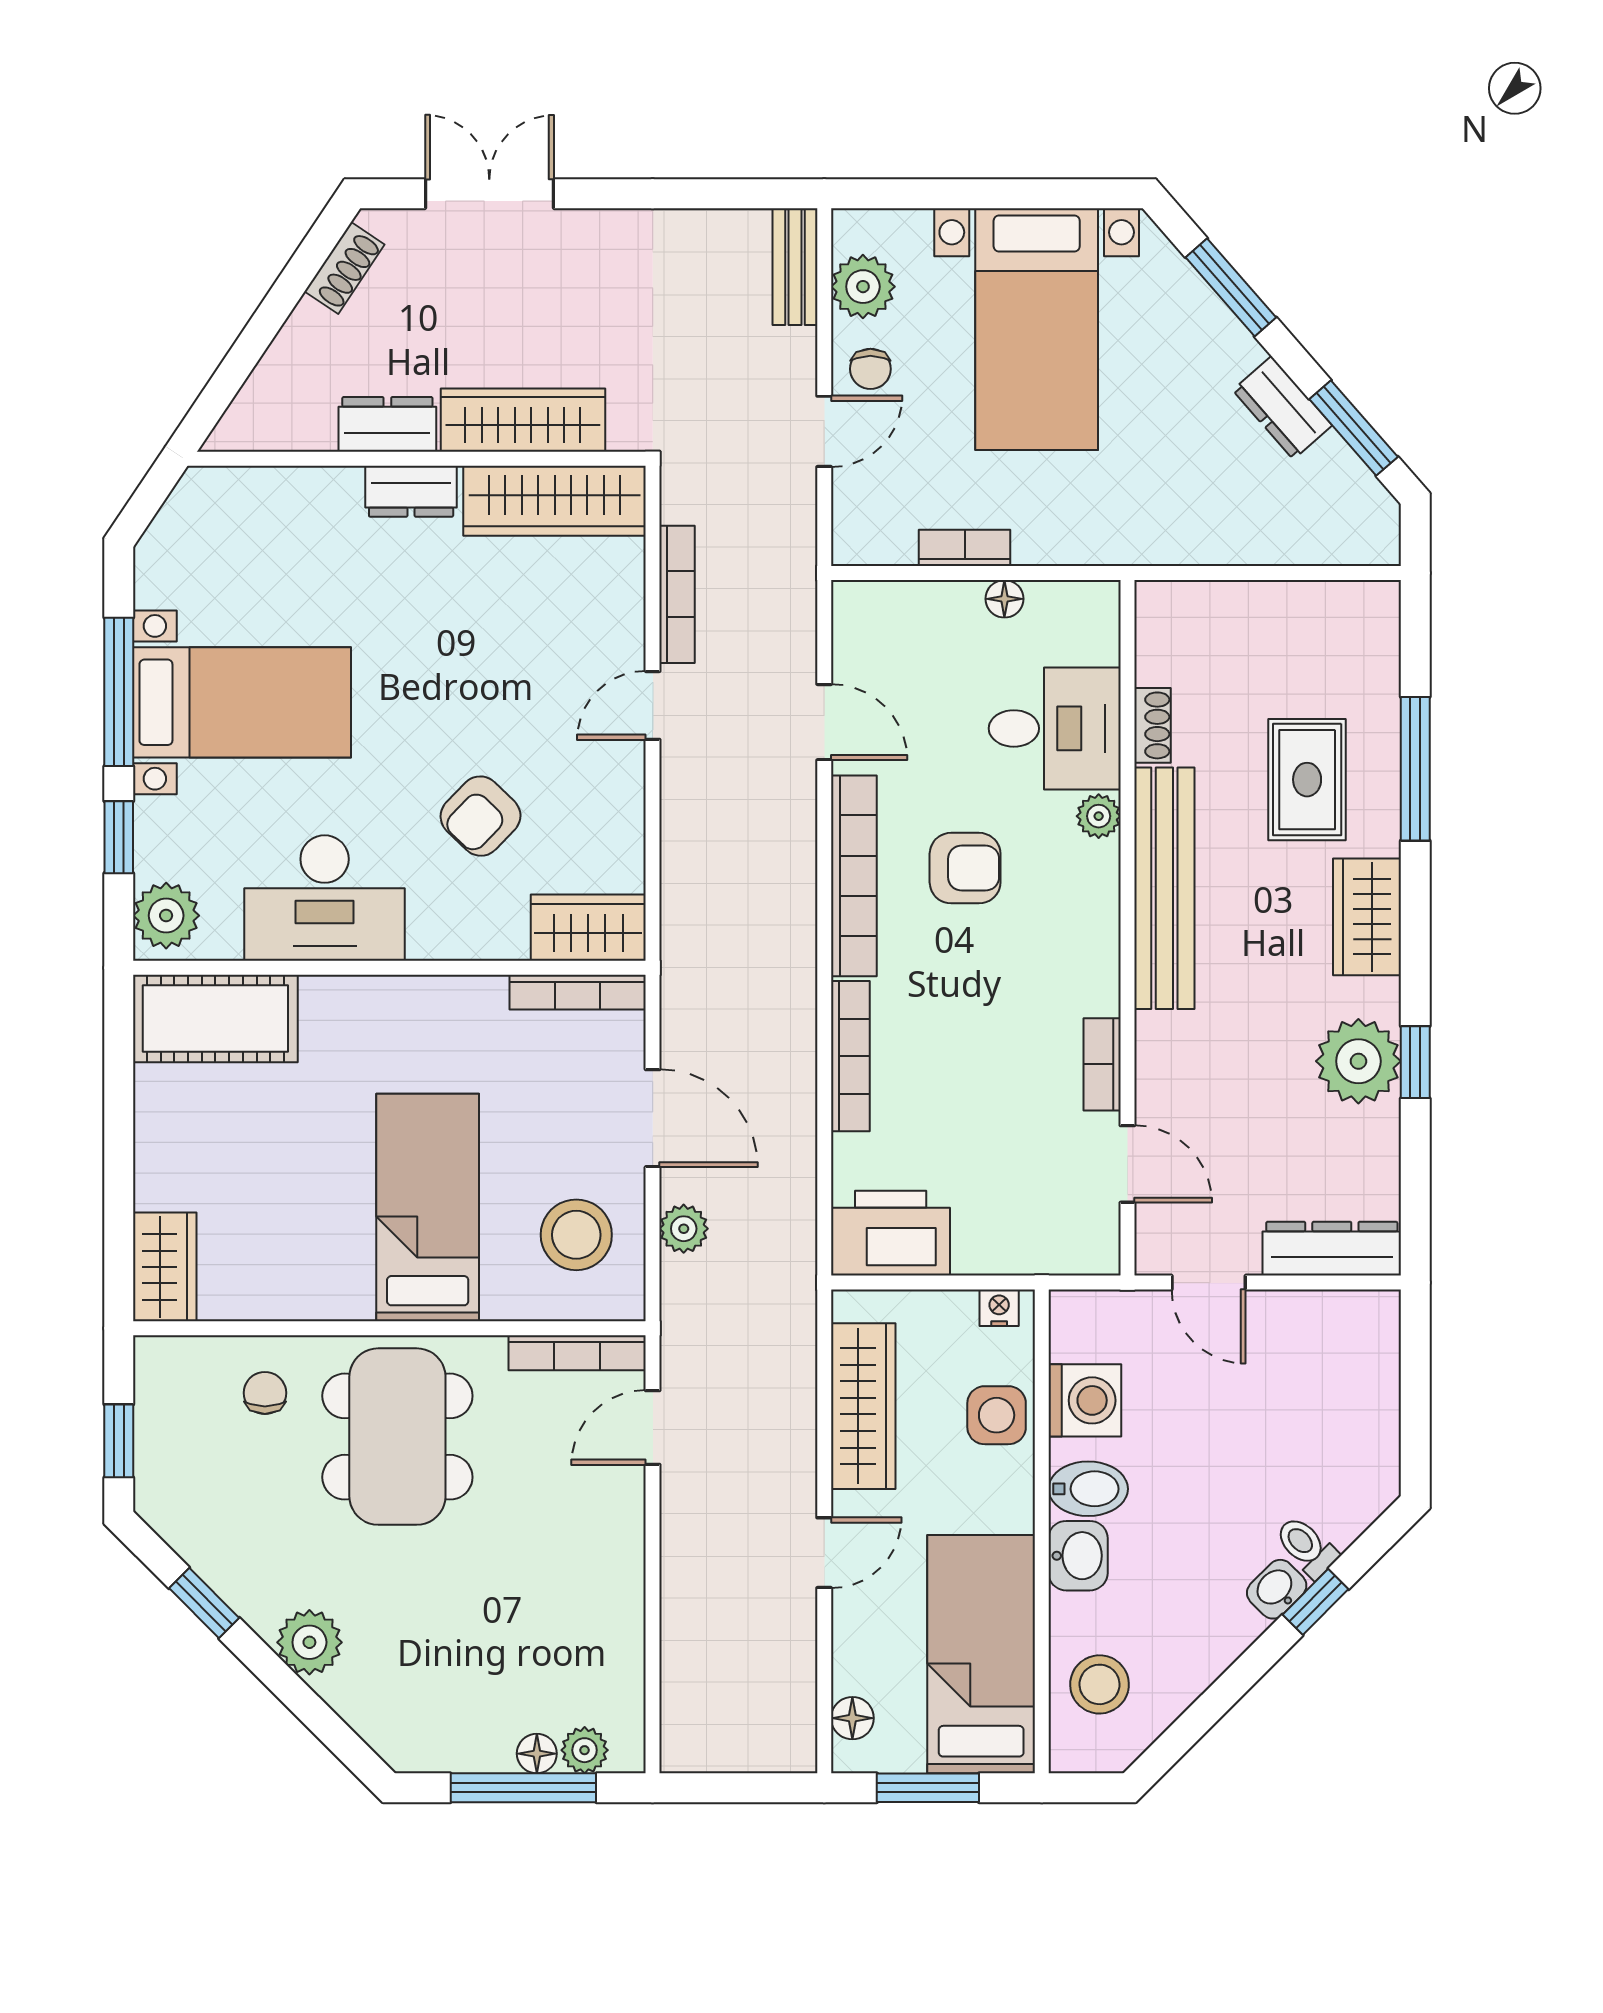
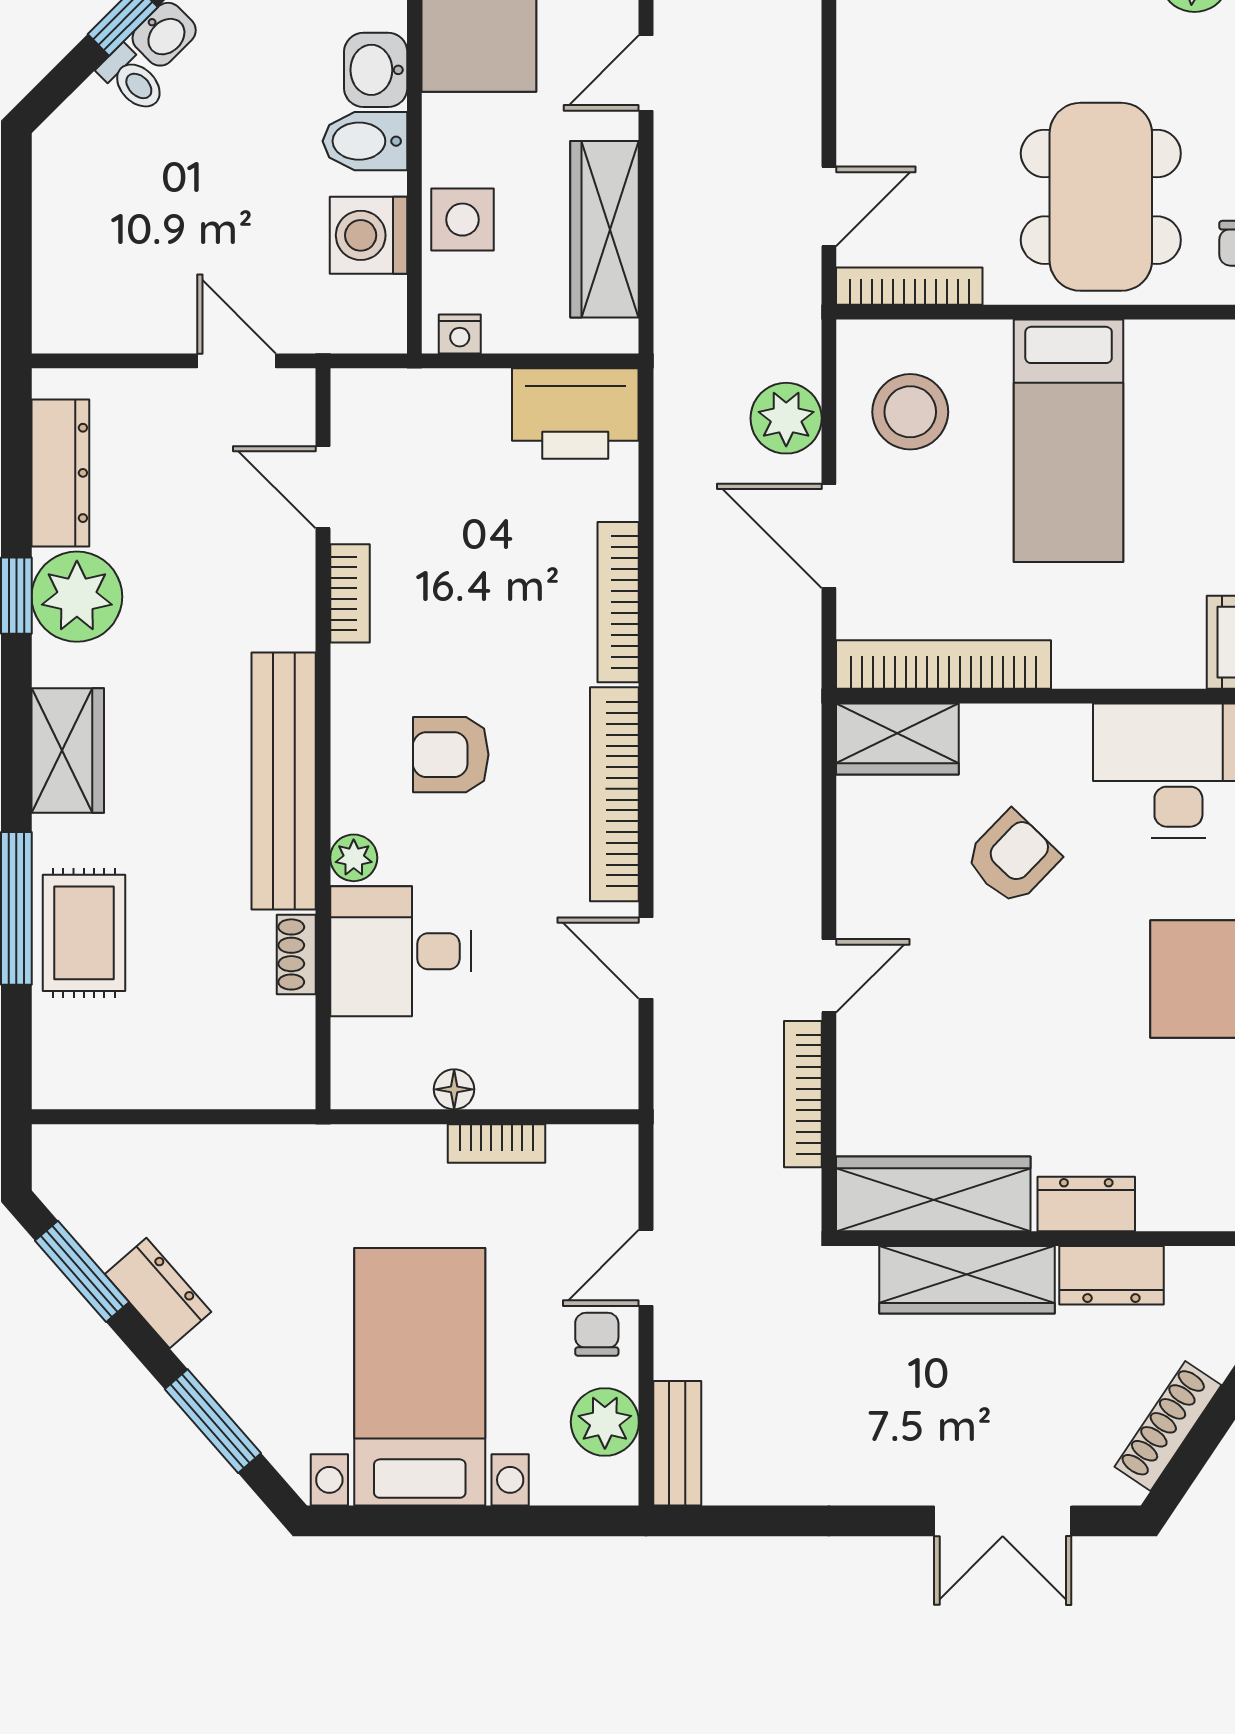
shoe rack: (344, 268) -> (1168, 1426), width x1.43
rug: (1307, 780) -> (84, 933), moved
armchair: (965, 868) -> (451, 755), moved
bookcase: (578, 992) -> (944, 664), width x1.48, depth x1.31
plant: (684, 1229) -> (786, 418), width x1.38, depth x1.38
dresser: (1332, 1249) -> (60, 473), moved, turned -90

